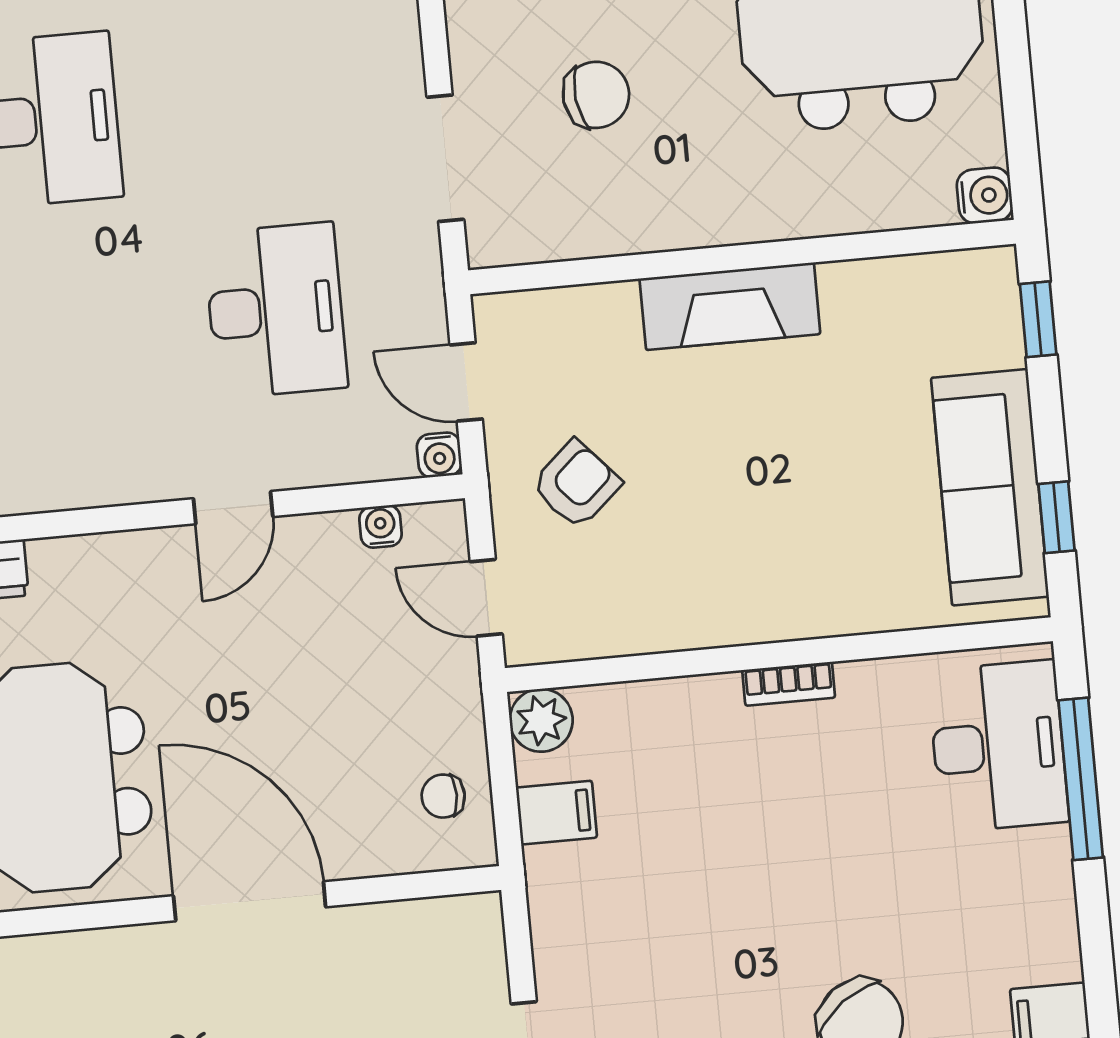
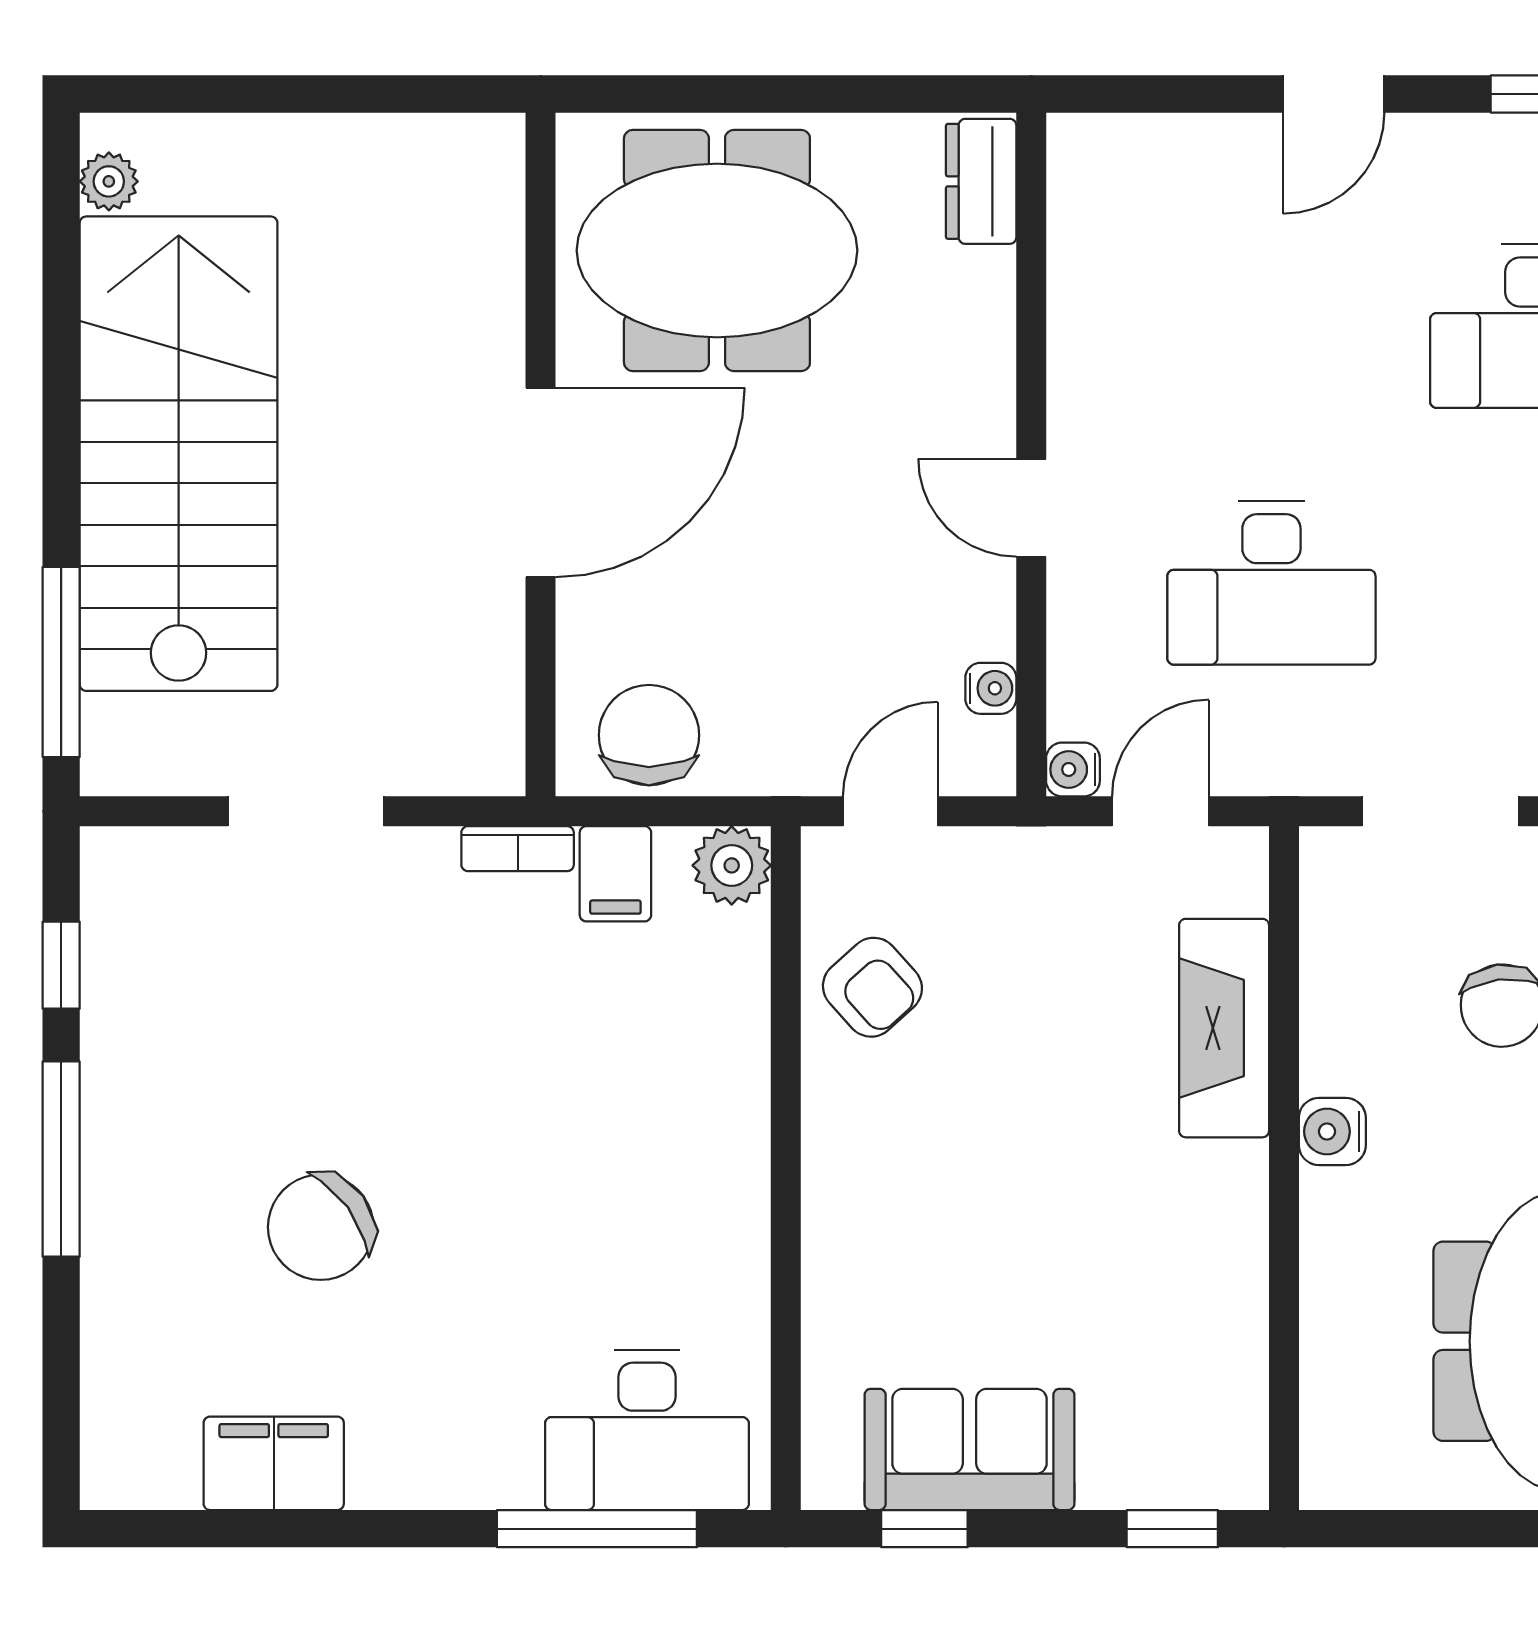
water cooler: (985, 195) -> (1332, 1131), moved, turned 90
fireplace: (730, 306) -> (1224, 1028), moved
armchair: (576, 484) -> (872, 987), moved
sofa: (990, 487) -> (969, 1449), width x0.73
bookcase: (789, 684) -> (518, 849), moved, turned -90
chair: (443, 796) -> (649, 735), width x1.87, depth x1.87

